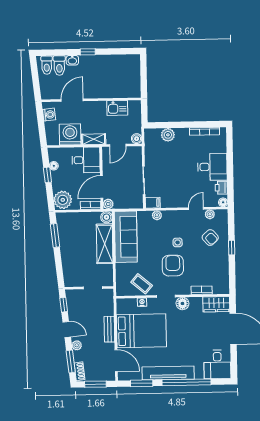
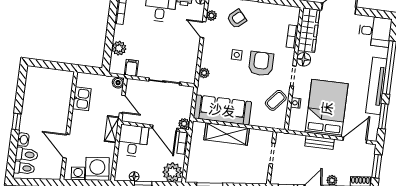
washing machine: (70, 134) -> (97, 169), moved, turned 84
filing cabinet: (153, 203) -> (131, 68), moved
boiler: (106, 217) -> (198, 128), removed
armchair: (173, 266) -> (261, 64), turned 90
wardrobe: (216, 304) -> (309, 30), width x1.50

